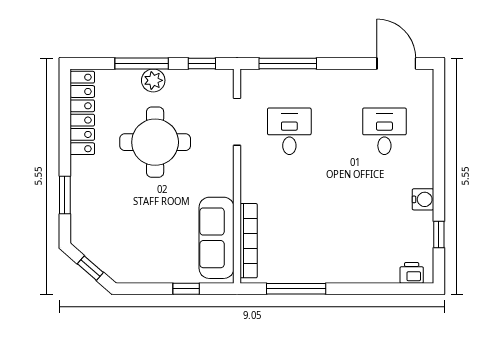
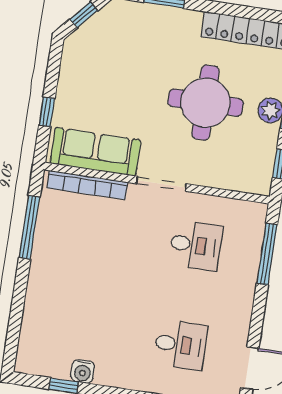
doorway: (237, 122) -> (161, 184), moved
water cooler: (423, 199) -> (83, 371), moved
printer: (412, 273) -> (28, 351), removed

